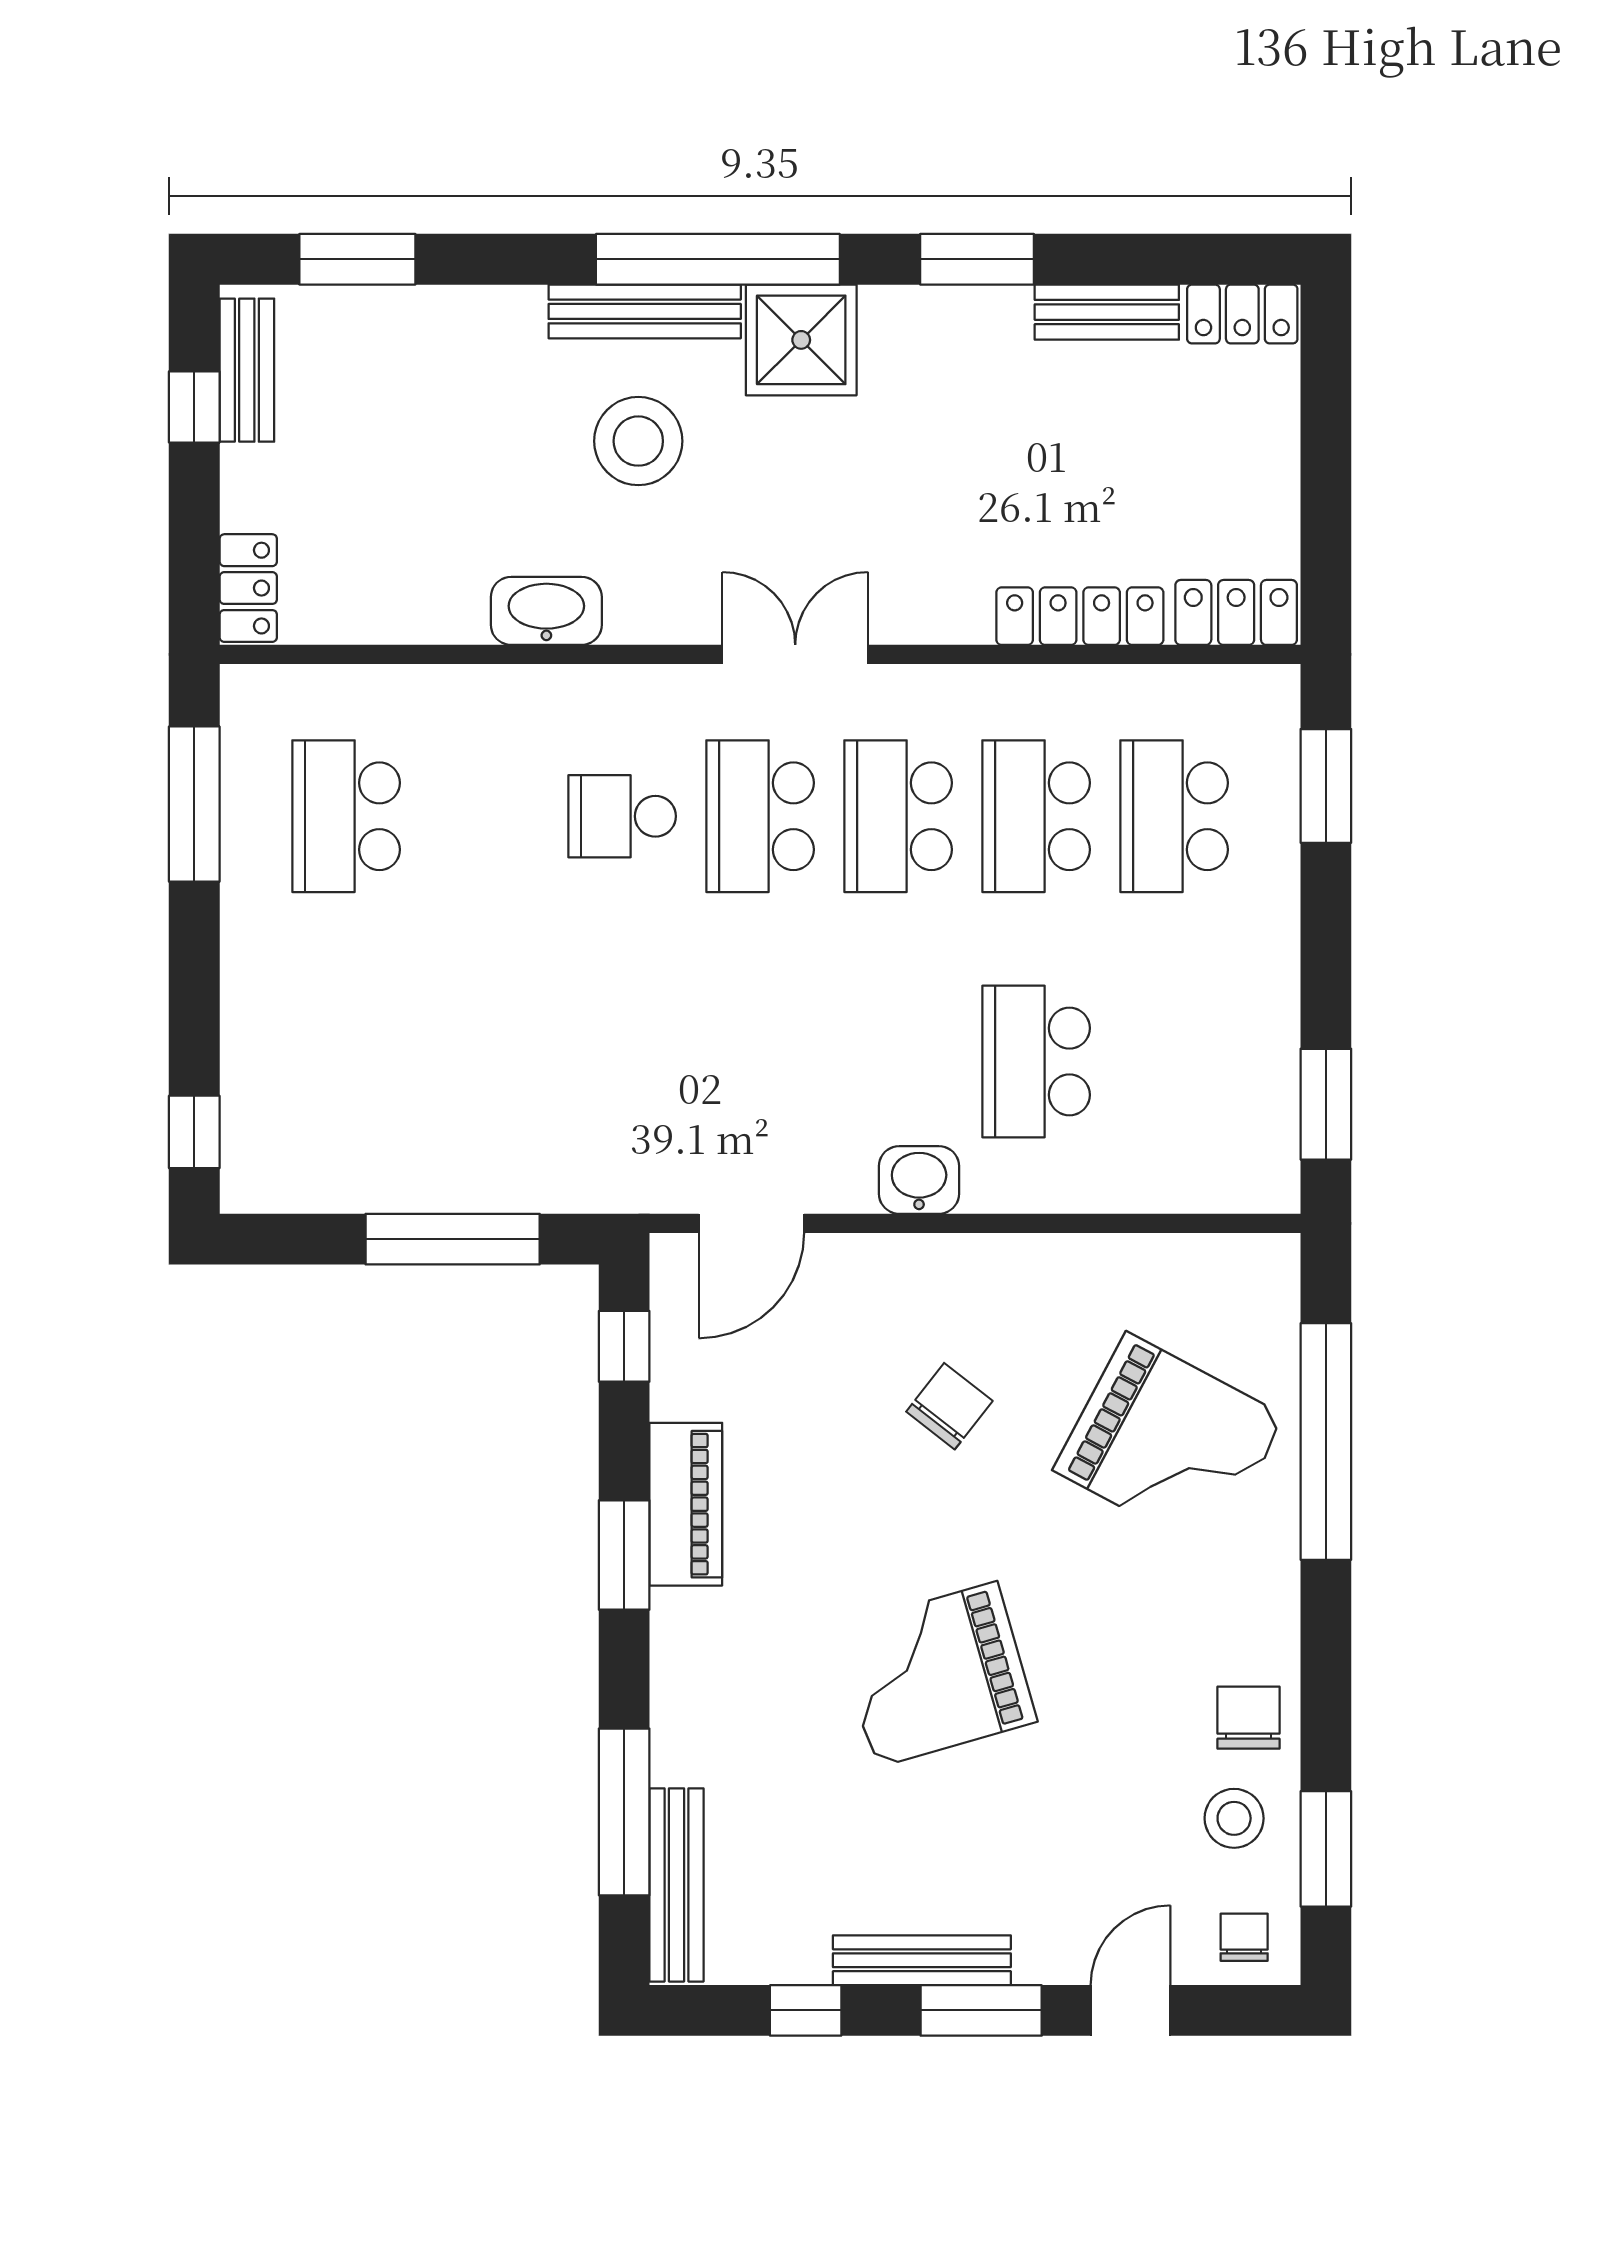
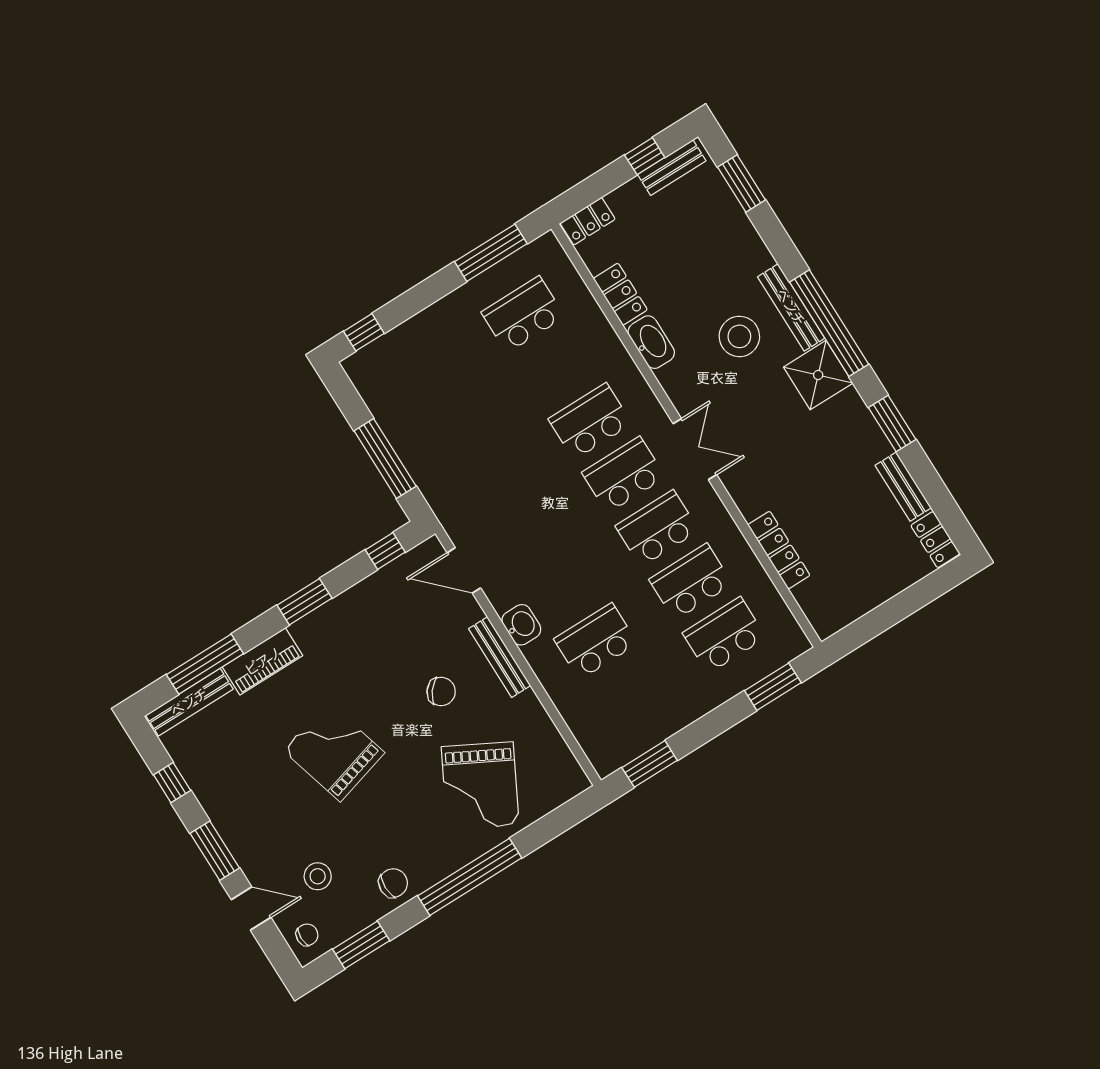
locker: (1236, 612) -> (620, 294), moved
school desk: (622, 816) -> (590, 421), width x1.85
window: (1326, 1442) -> (470, 877), moved
piano: (686, 1504) -> (263, 661), moved
stool: (1234, 1818) -> (318, 876), moved
bench: (922, 1960) -> (500, 657), moved

